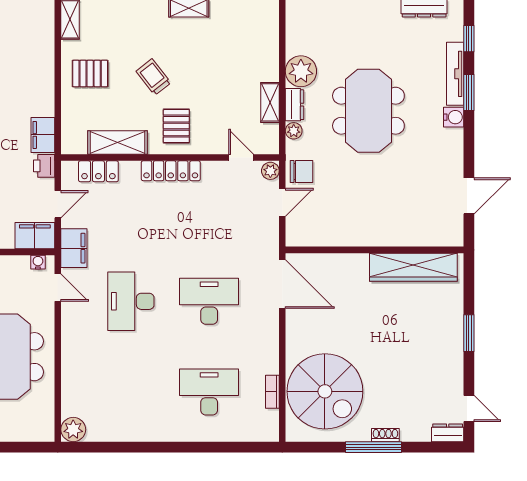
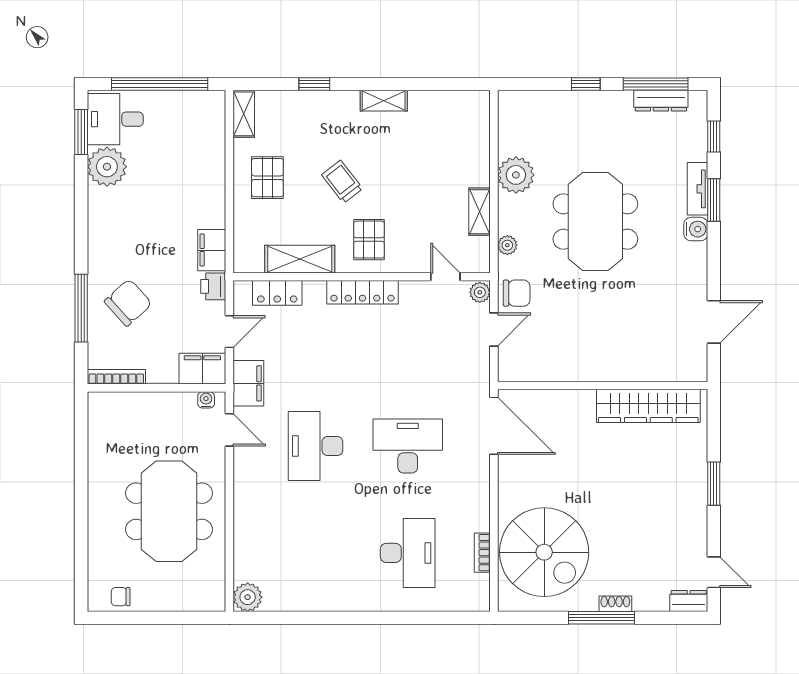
pallet: (90, 74) -> (267, 178), turned 90
tv unit: (455, 74) -> (698, 189), width x0.71
dresser: (295, 105) -> (508, 214), removed
desk: (209, 392) -> (408, 553), turned 90

